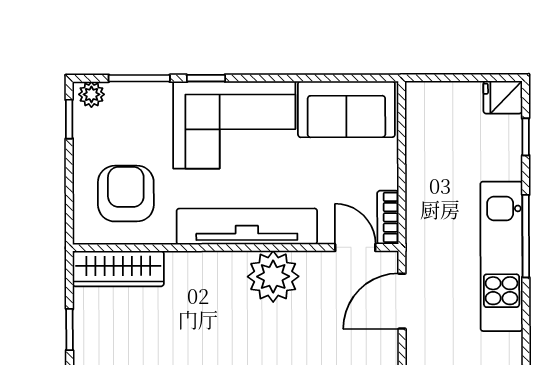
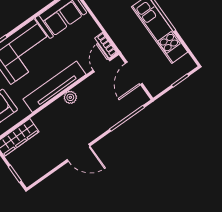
door: (355, 247) -> (102, 65), hinge flipped
plant: (273, 276) -> (70, 97), width x0.53, depth x0.53

